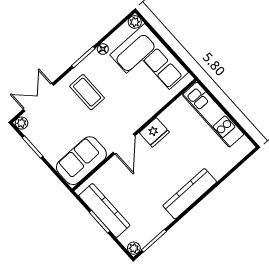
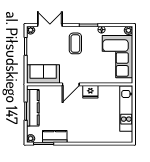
kitchen counter: (190, 194) -> (55, 137), moved, width x0.67

